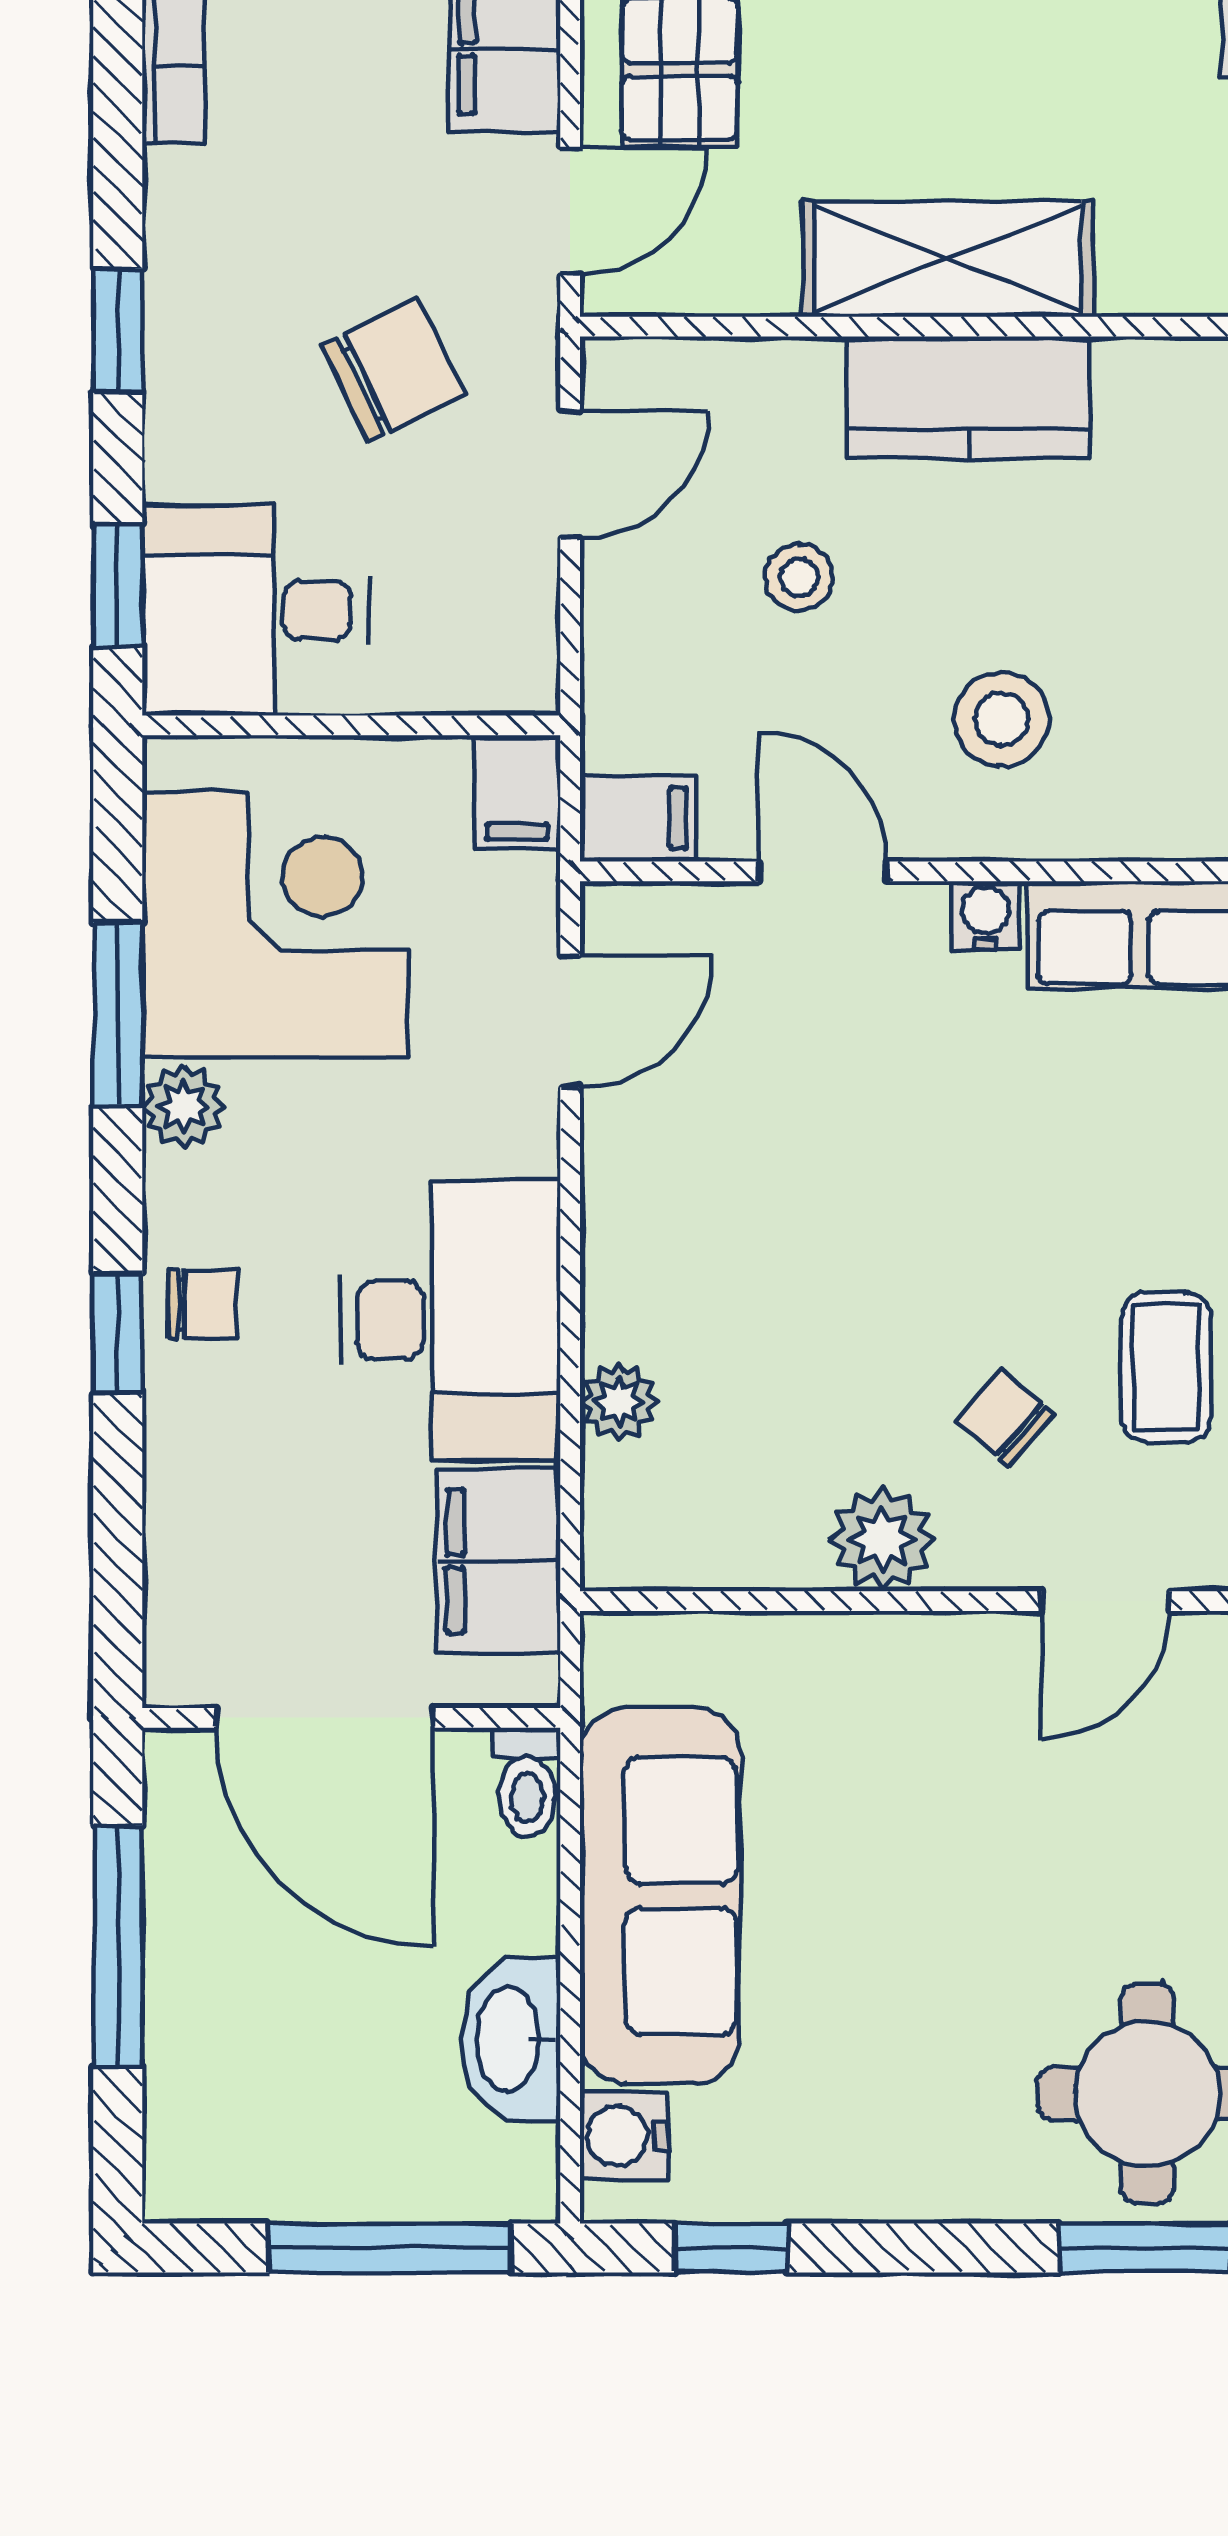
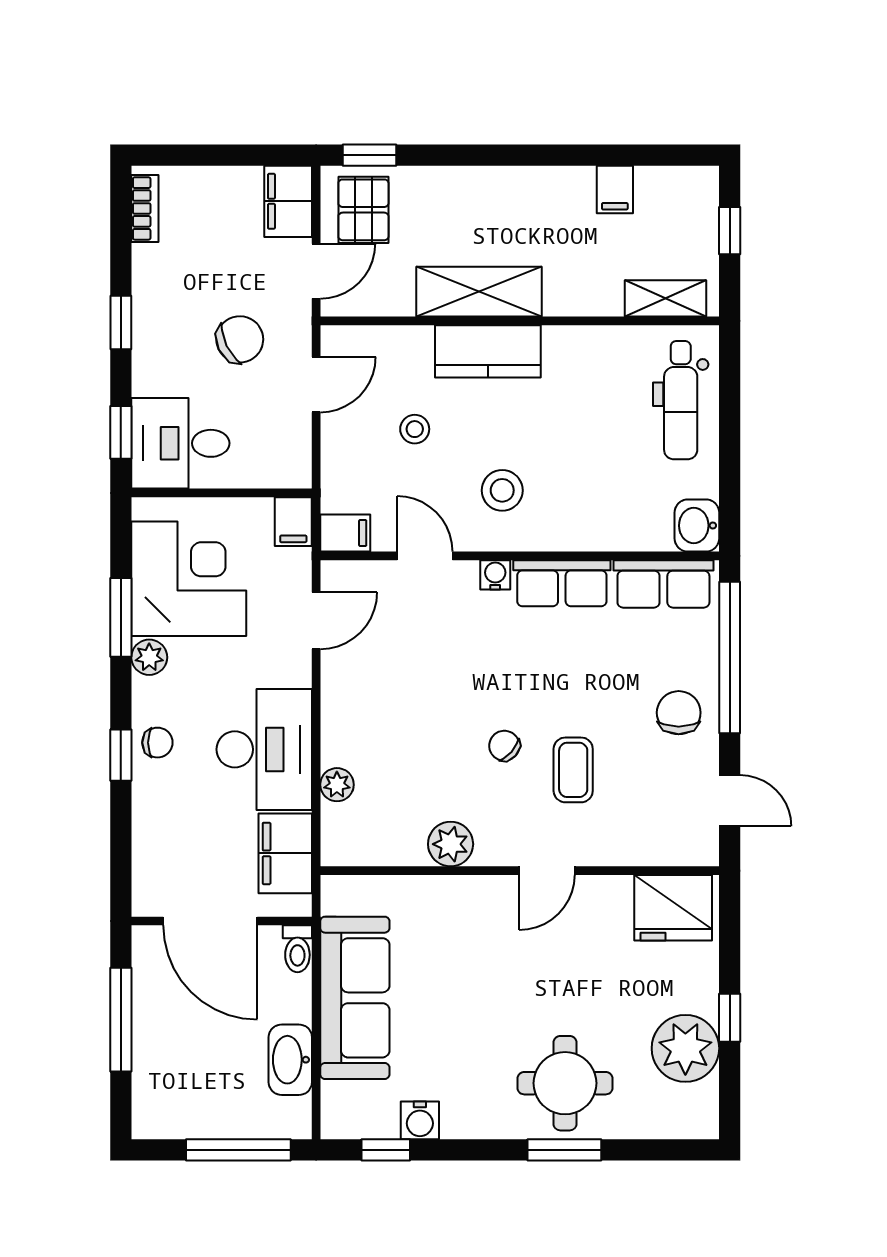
chair: (1005, 1417) -> (504, 746), moved
water cooler: (624, 2136) -> (420, 1120), moved, turned -90

